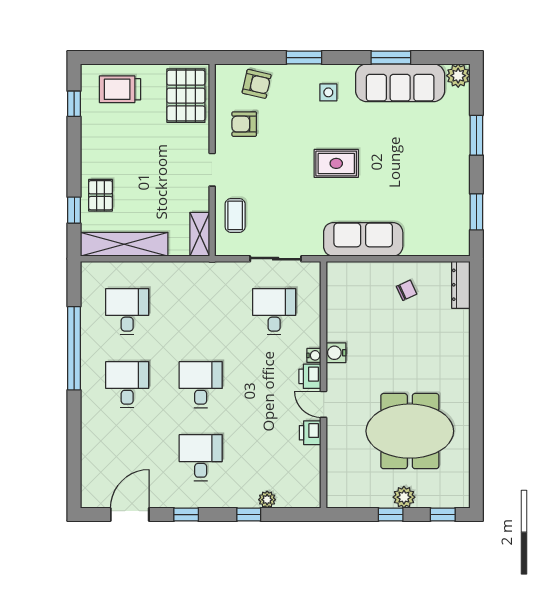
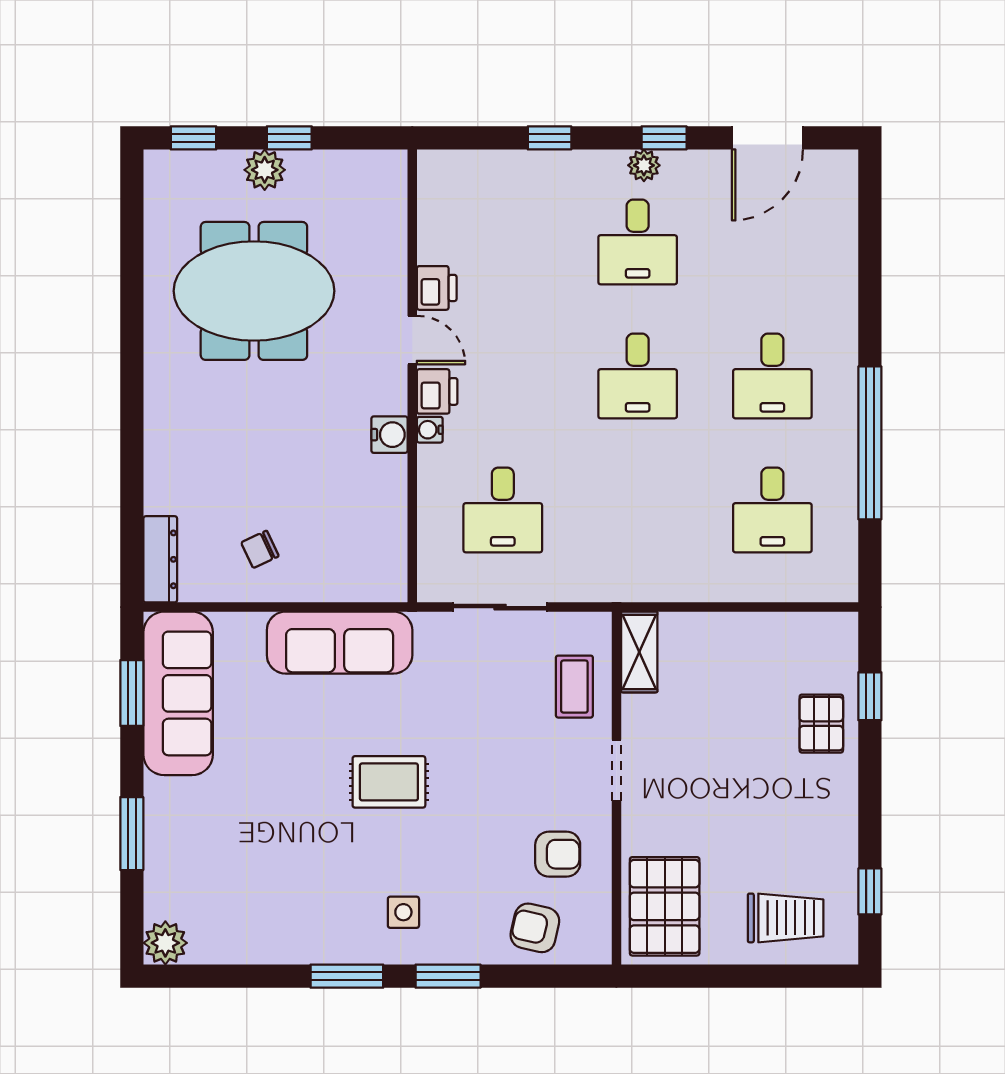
window: (391, 58) -> (347, 976), moved
sofa: (400, 83) -> (178, 693), moved, turned 90
shelving: (124, 244) -> (778, 634), removed
plant: (267, 500) -> (644, 165), moved

